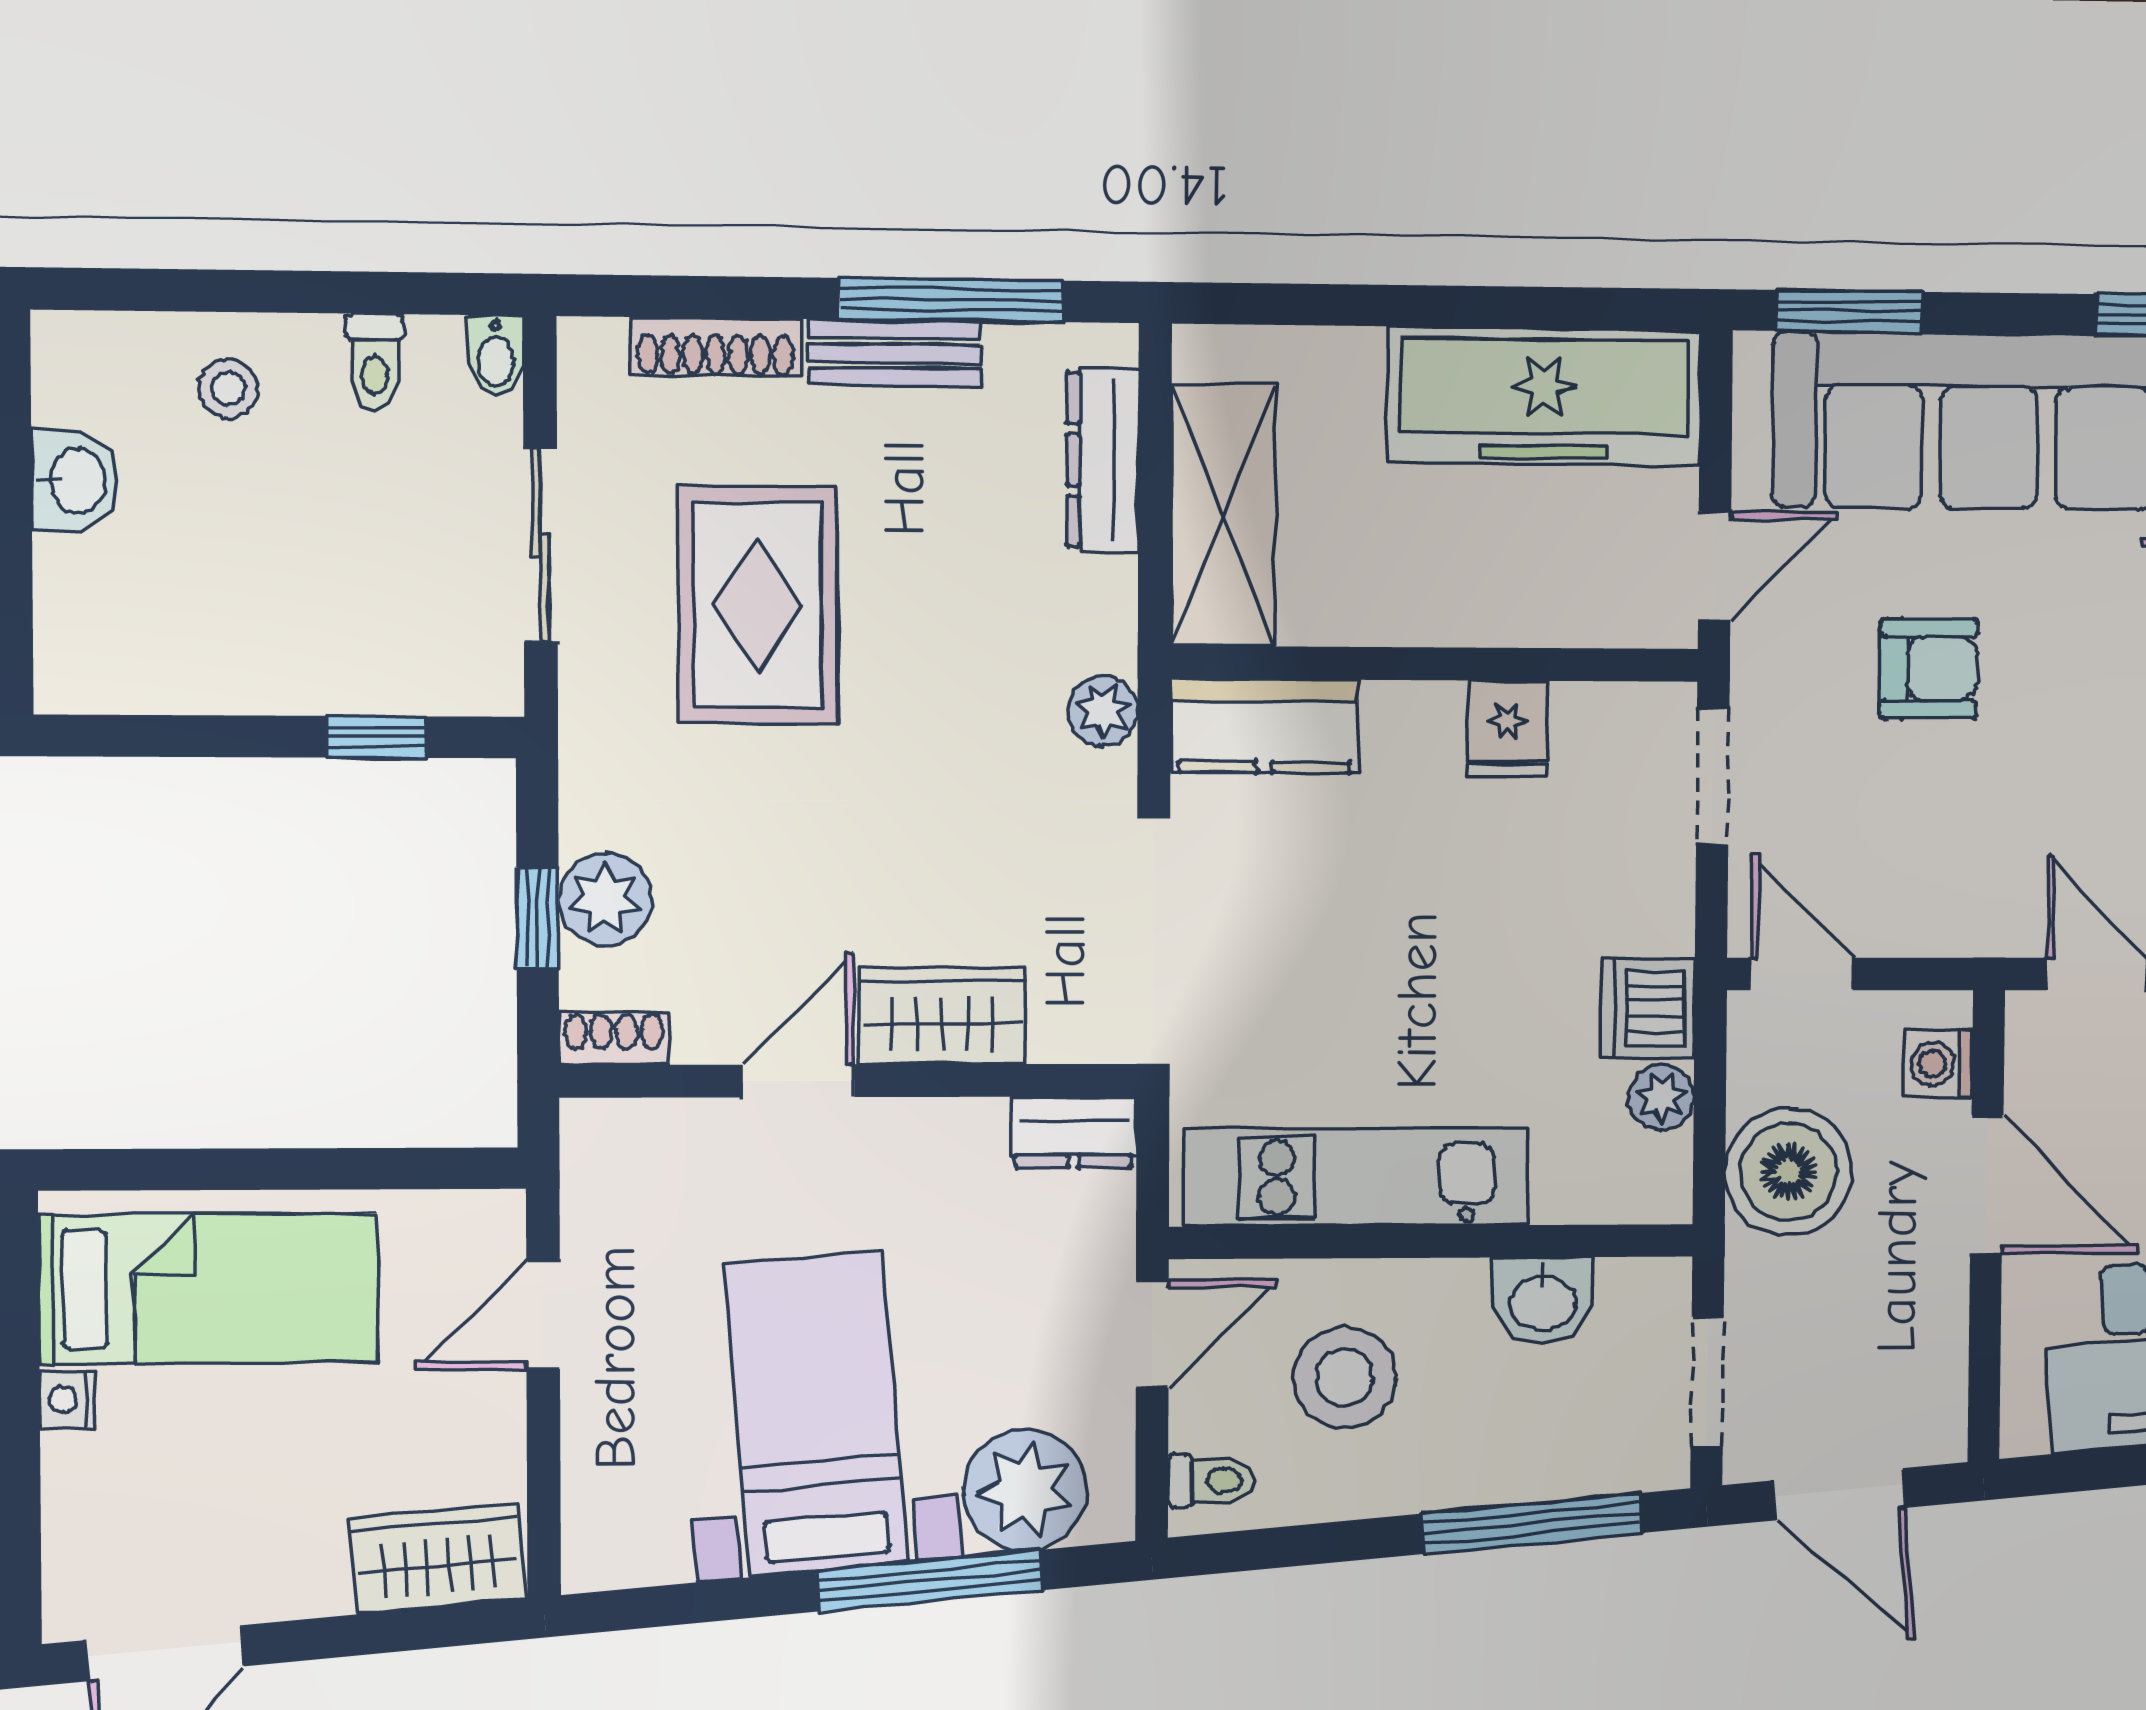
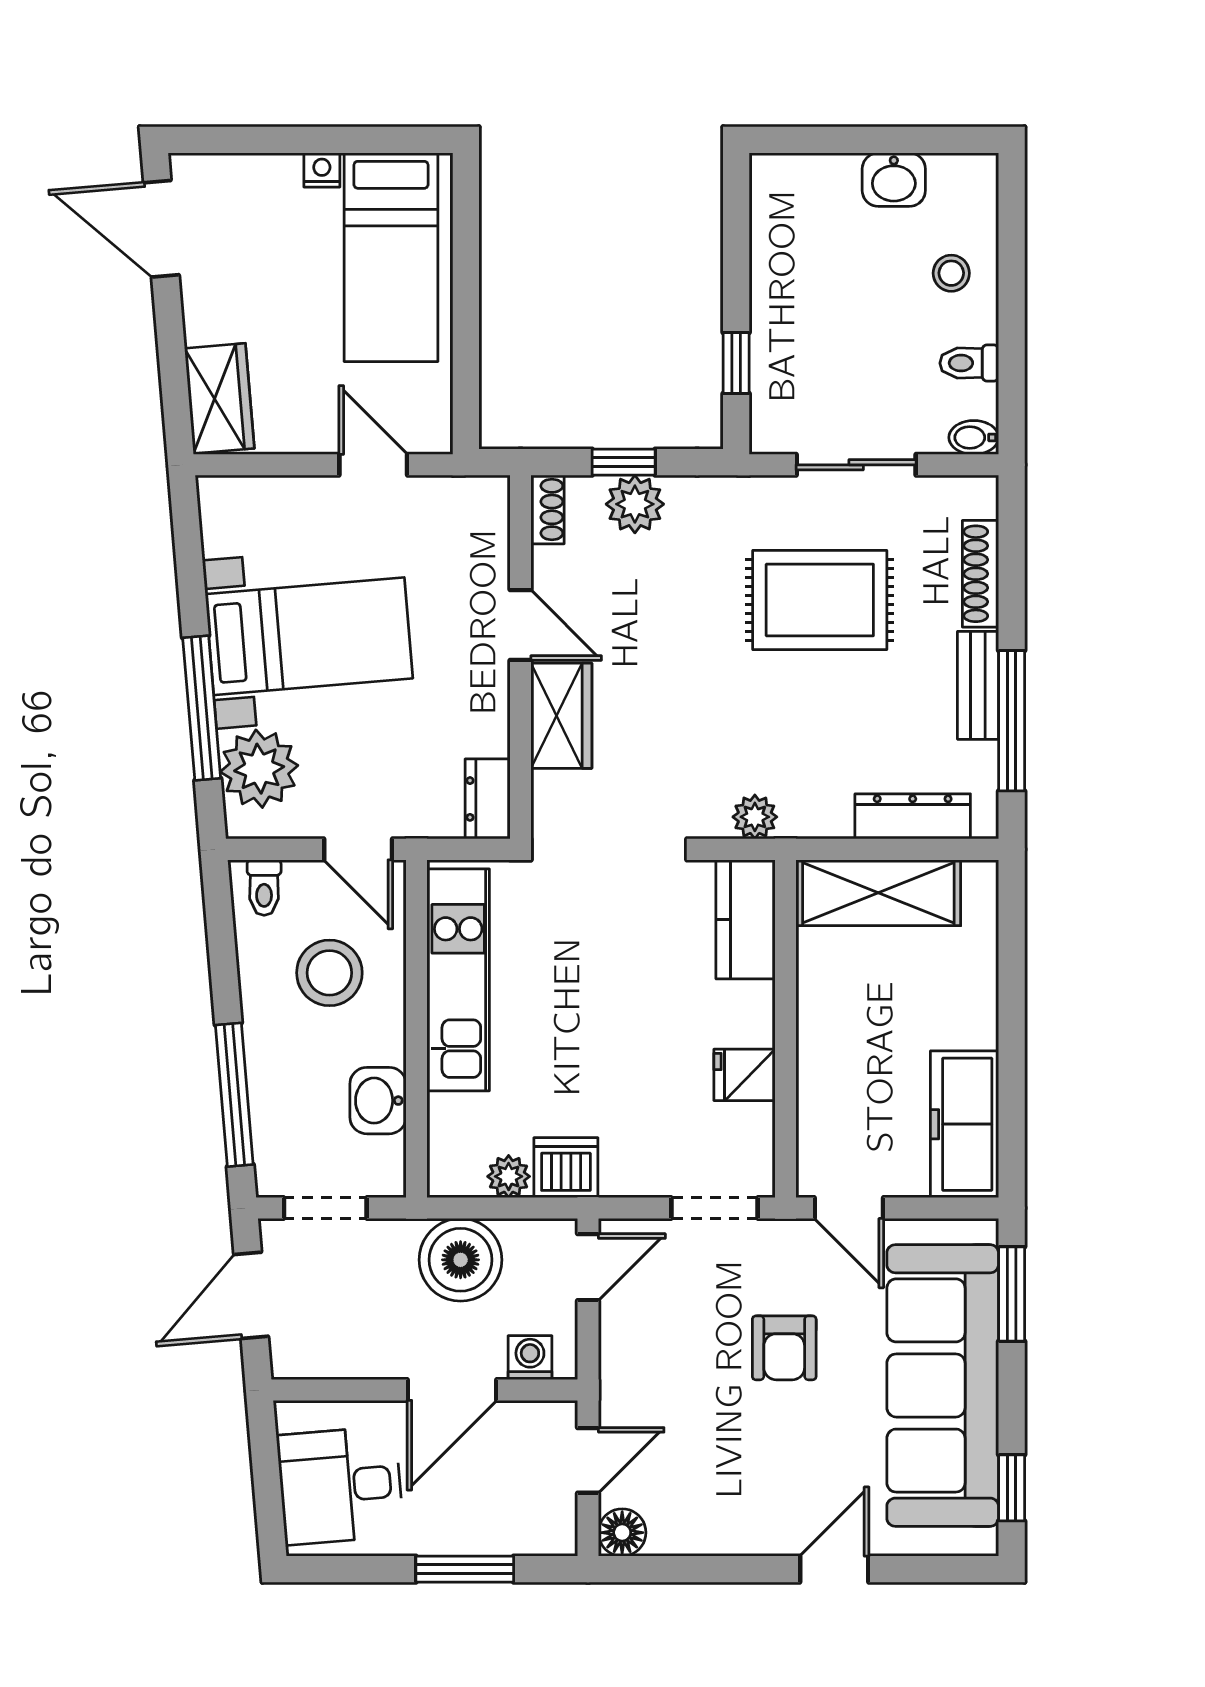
freezer: (1544, 396) -> (965, 1124), width x0.73, depth x0.79

